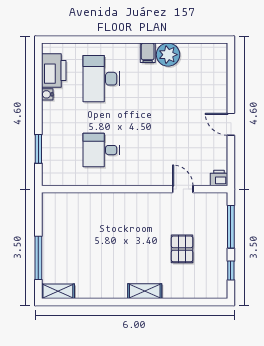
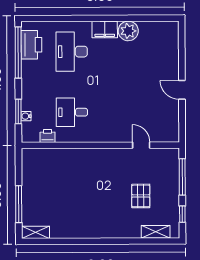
filing cabinet: (148, 53) -> (105, 30), width x2.00
window: (38, 80) -> (18, 52), added
water cooler: (47, 94) -> (26, 116), moved
printer: (219, 178) -> (47, 136), moved
shelving: (145, 291) -> (156, 232), moved

